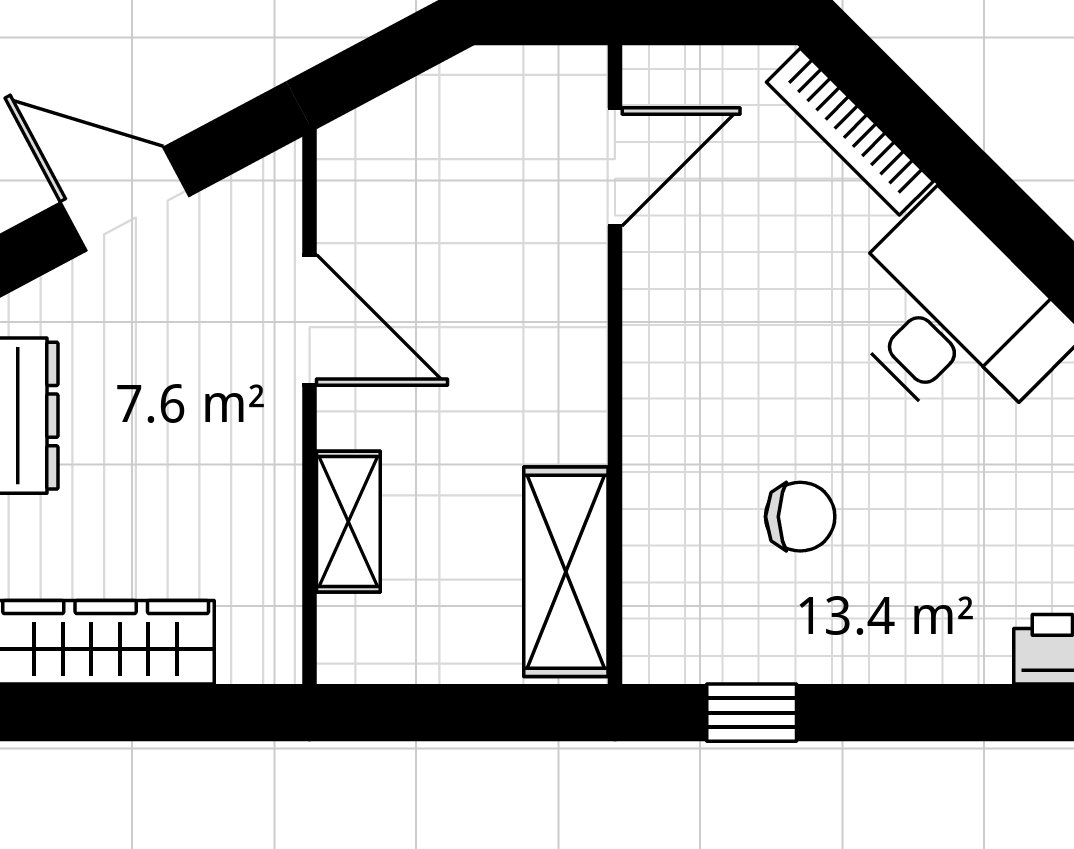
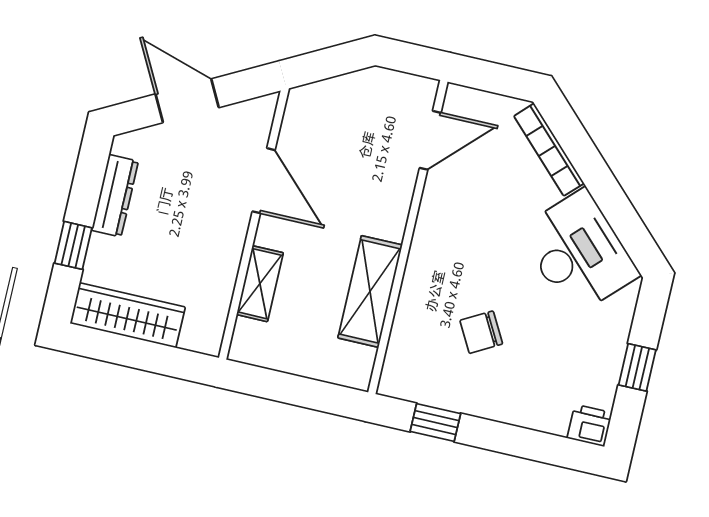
chair: (800, 517) -> (481, 332), turned 151
shelving: (566, 572) -> (370, 291), moved

